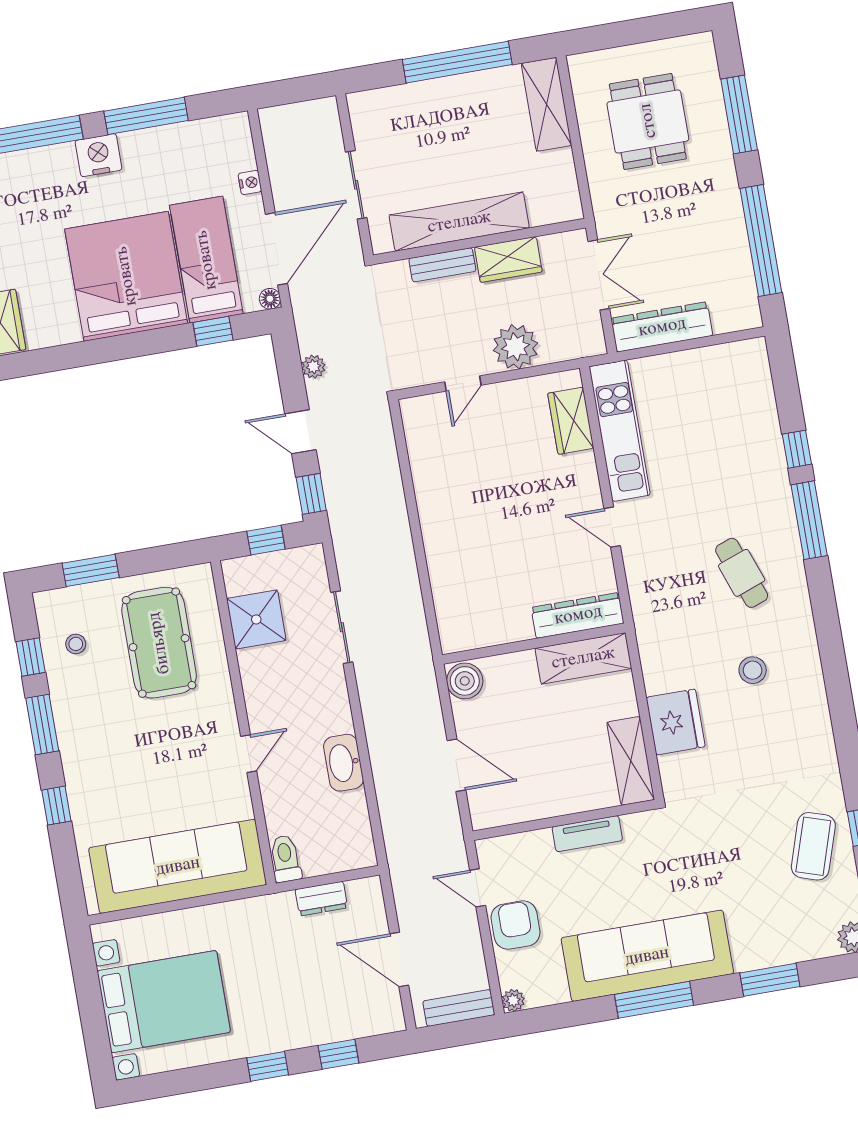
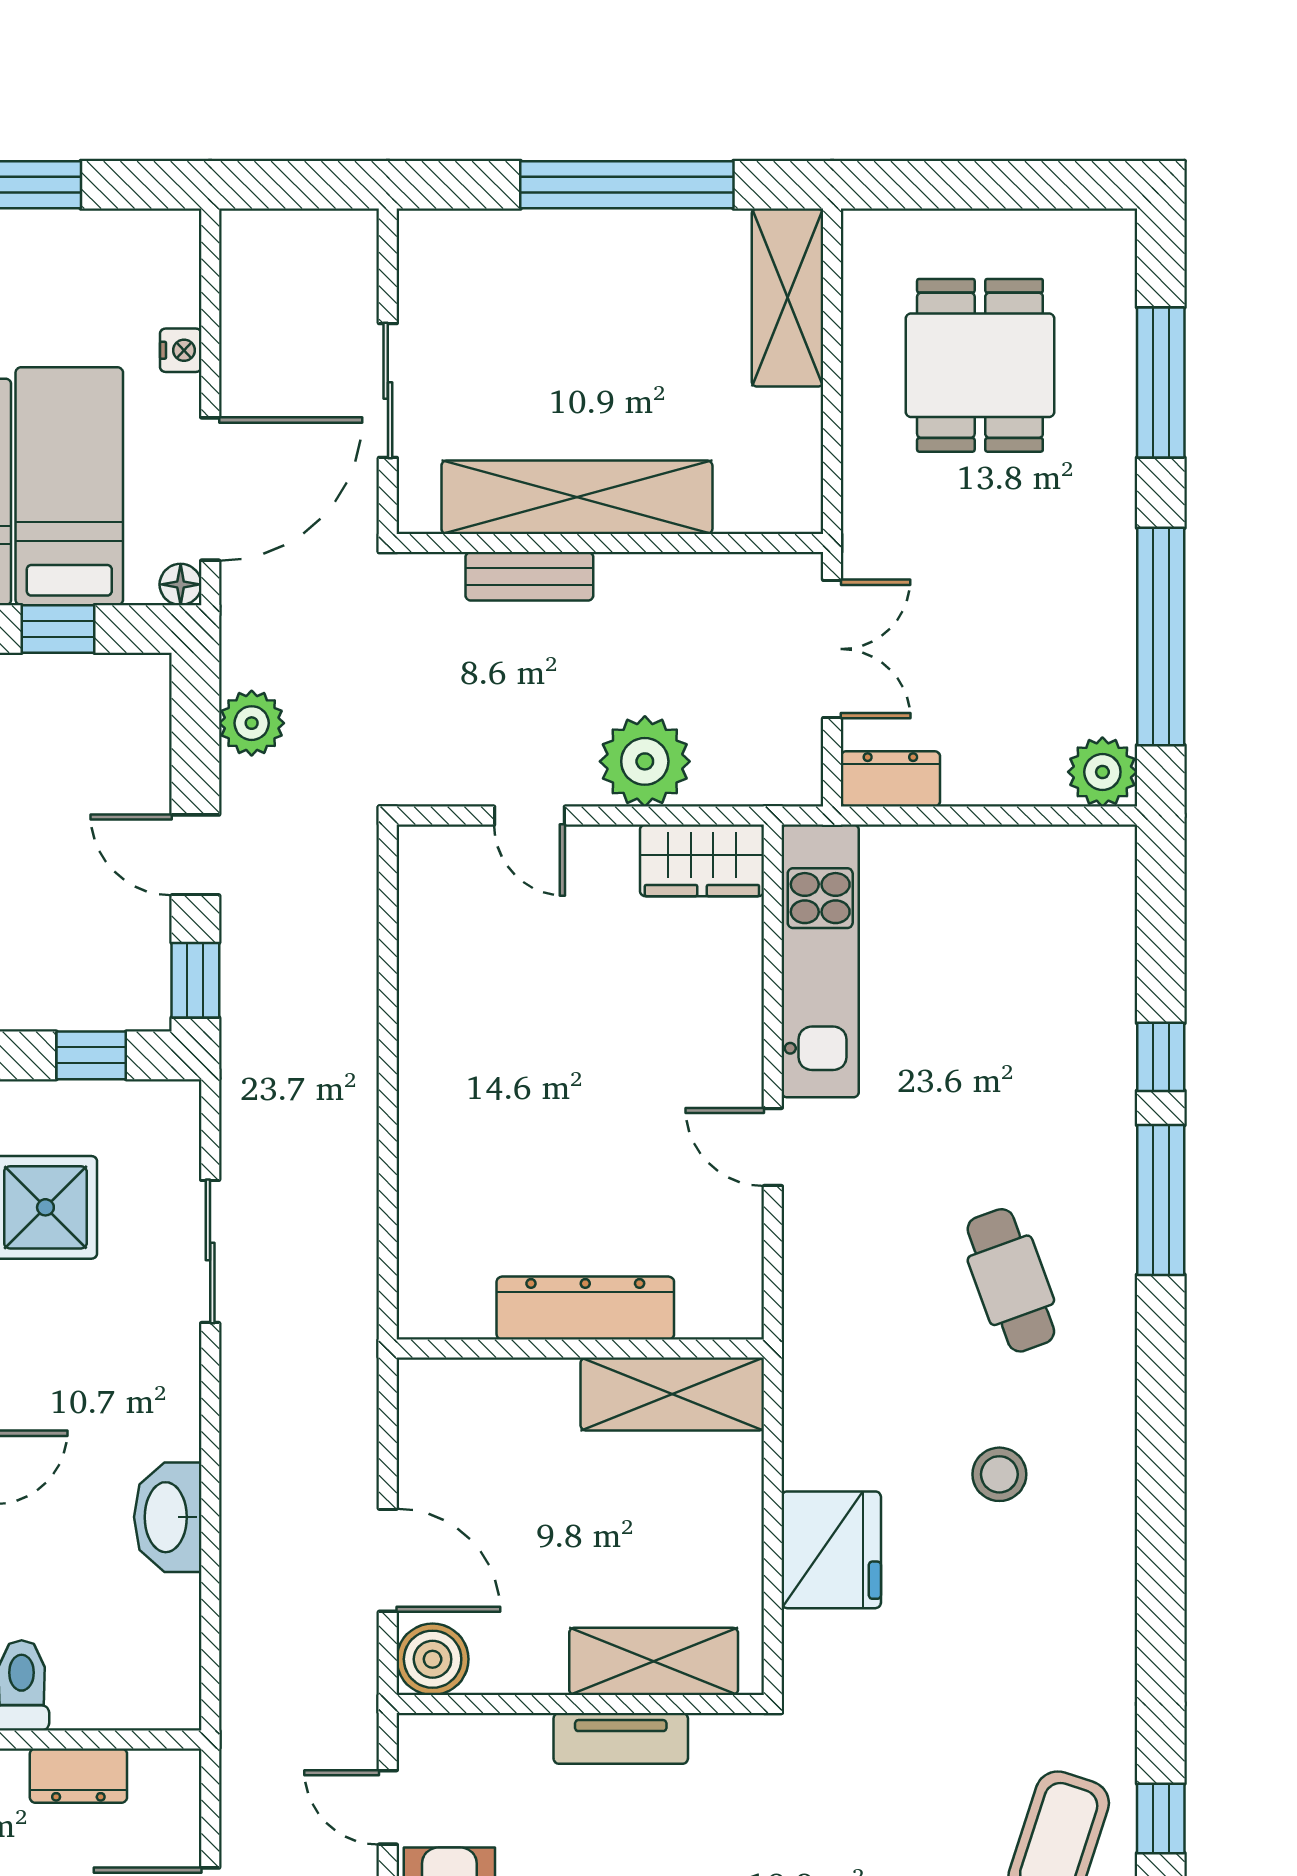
wardrobe: (508, 259) -> (660, 588), removed
plant: (743, 313) -> (1102, 772), added
dresser: (662, 327) -> (890, 779), width x0.51, depth x0.80
plant: (313, 367) -> (252, 723), width x1.38, depth x1.38
door: (463, 383) -> (529, 816), hinge flipped
wardrobe: (571, 421) -> (702, 860), moved, turned -90
dresser: (578, 615) -> (585, 1308), moved
boiler: (465, 681) -> (433, 1659), moved
shelving: (631, 761) -> (654, 1661), moved, turned 90

